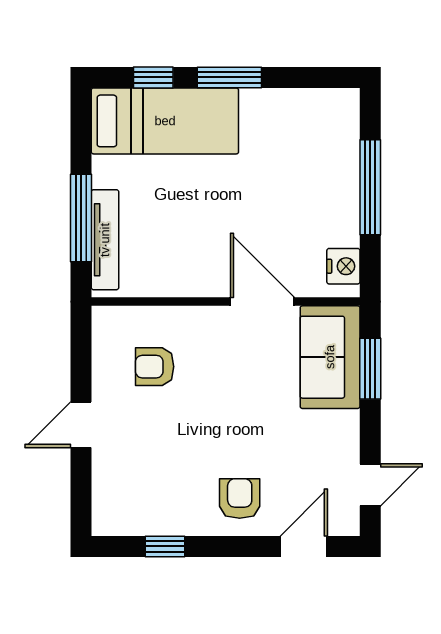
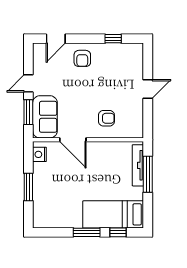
window: (370, 187) -> (28, 187), width x0.69
armchair: (155, 367) -> (106, 118), moved
door: (370, 485) -> (28, 83), moved

